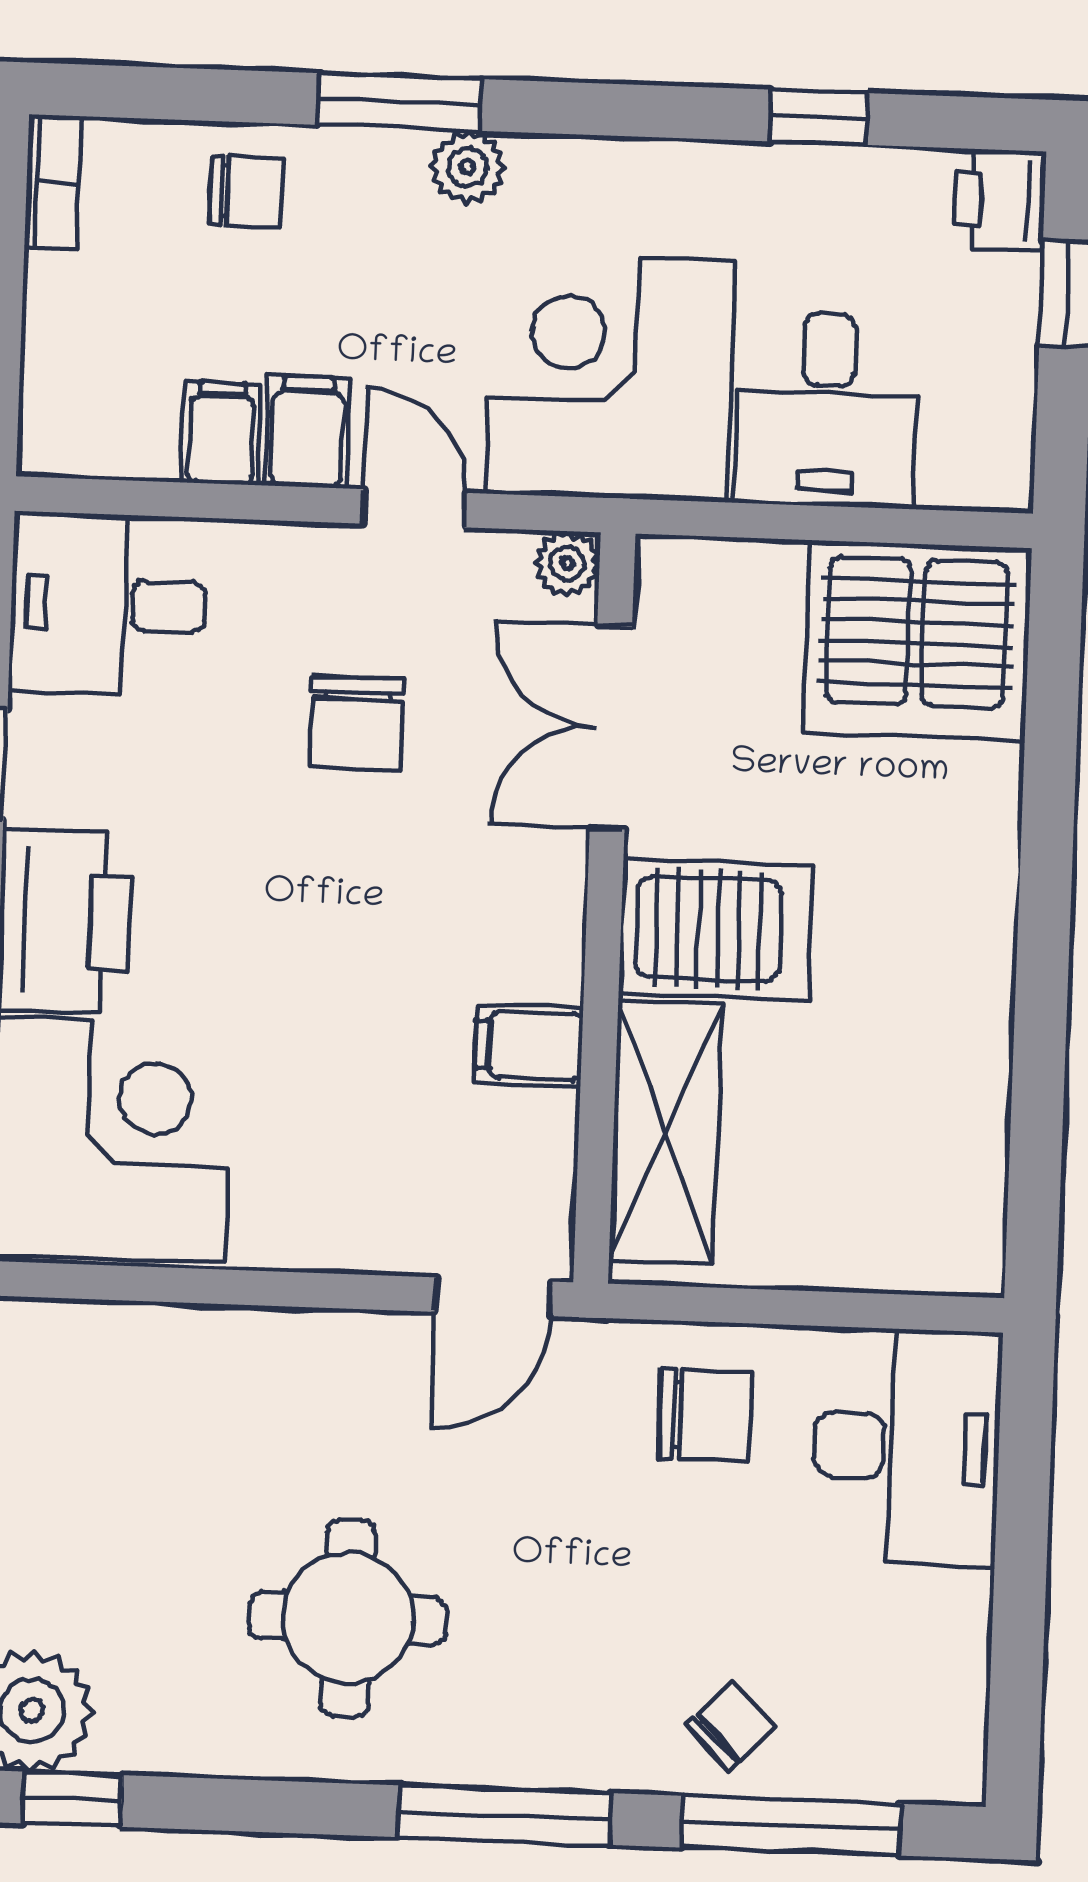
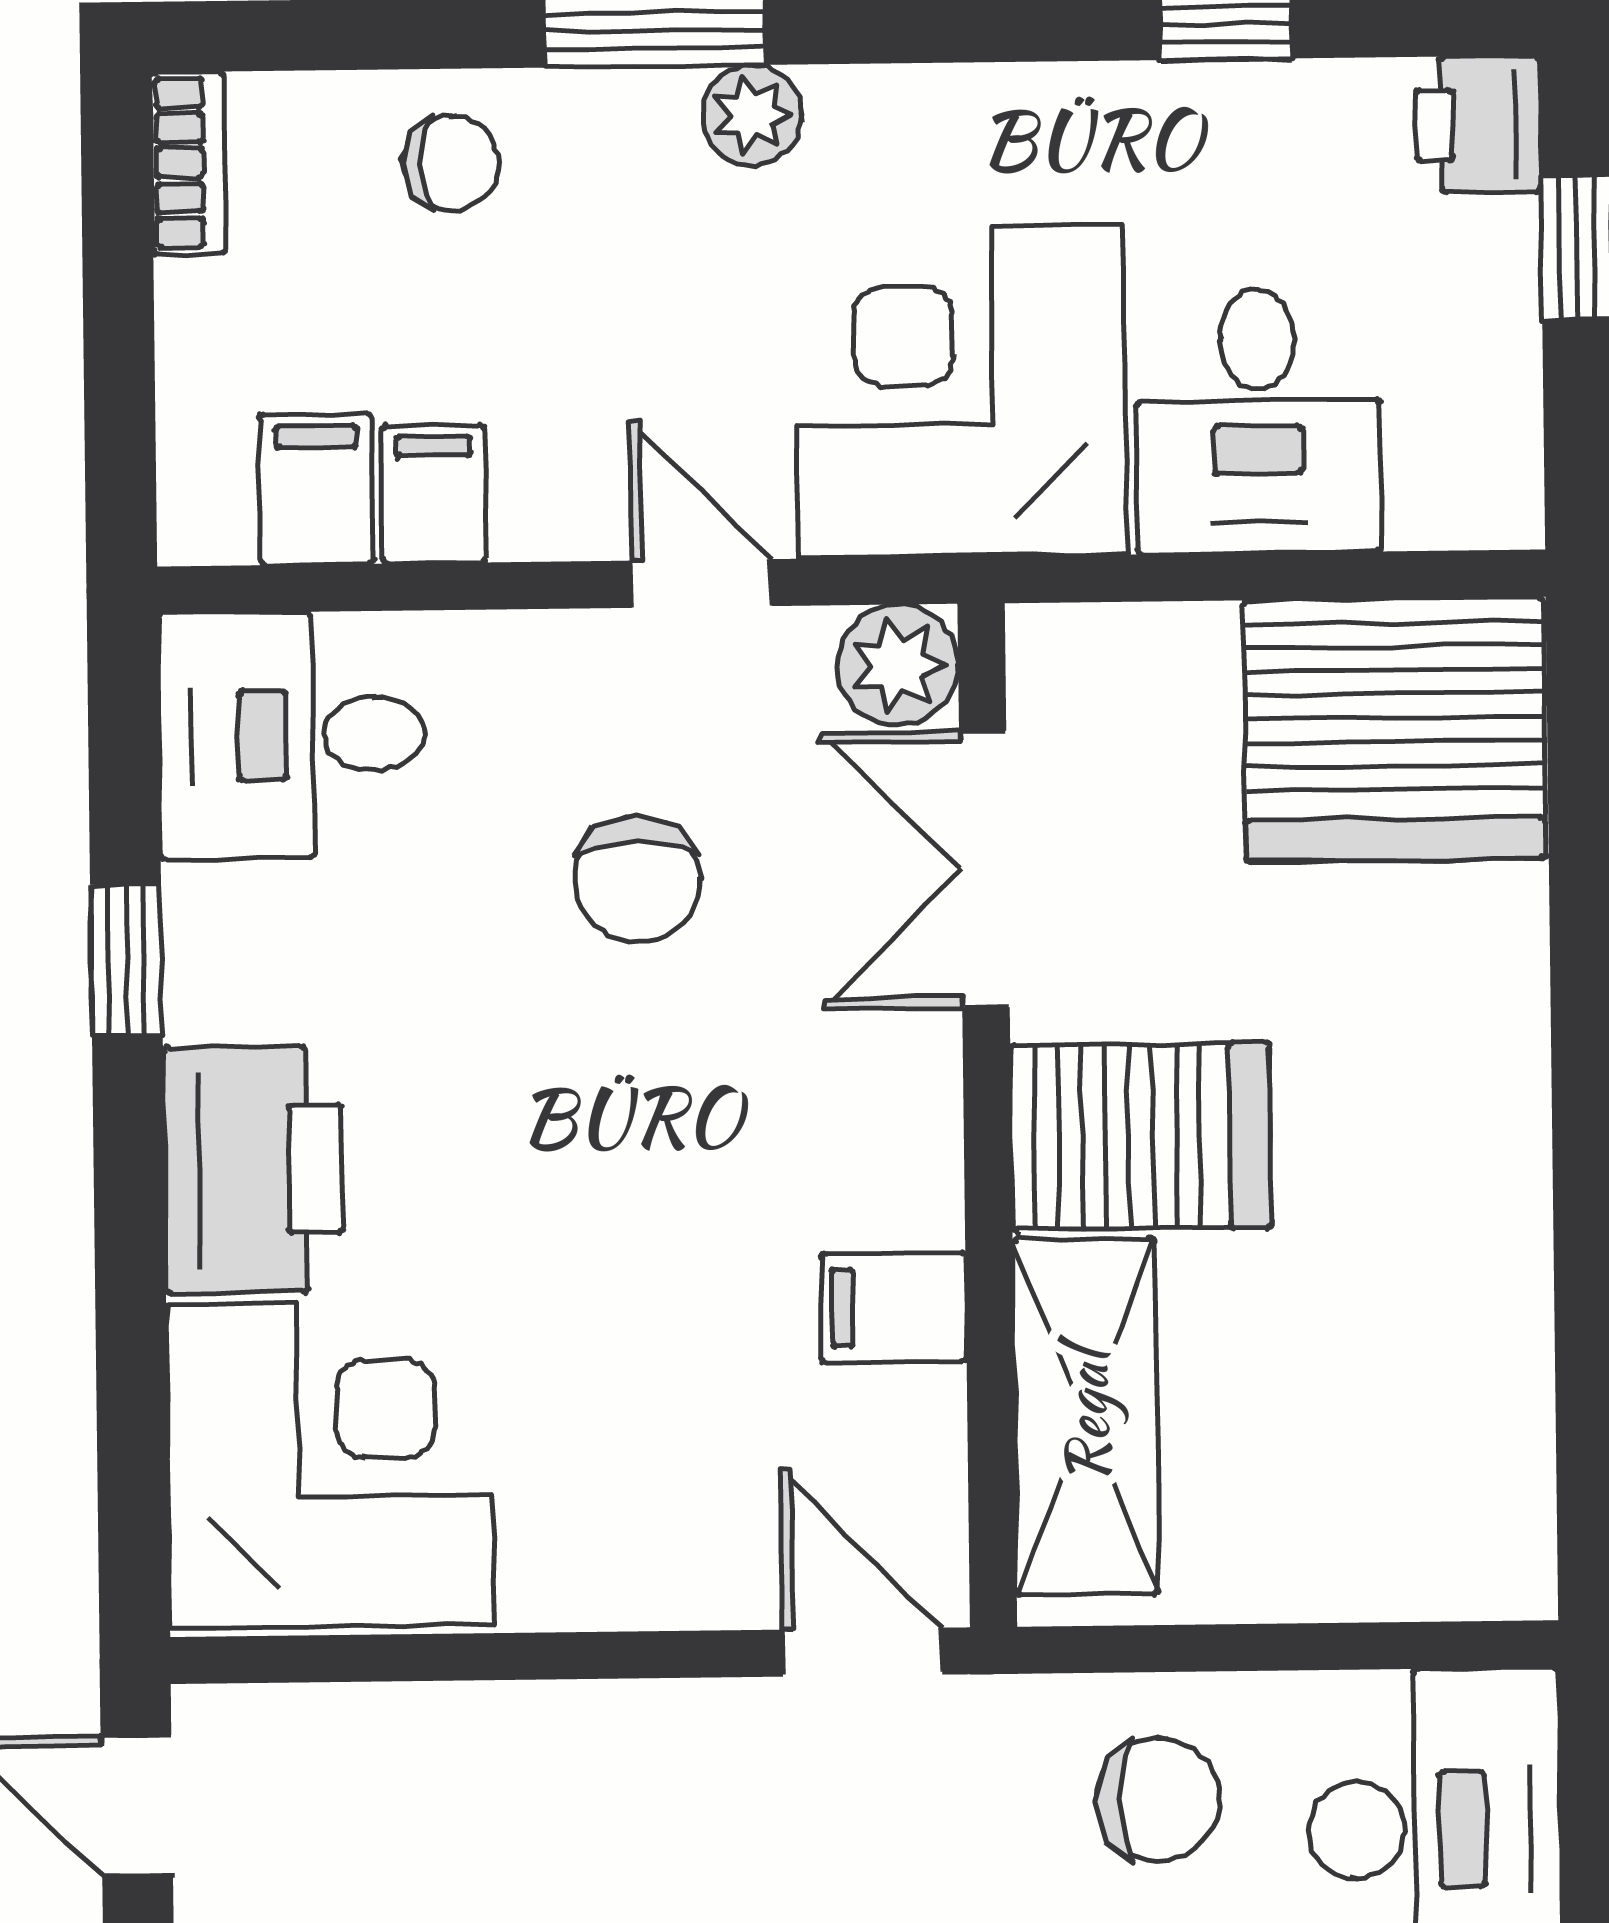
filing cabinet: (307, 432) -> (316, 489), moved
plant: (567, 563) -> (898, 665), width x1.38, depth x1.38
door: (494, 1297) -> (862, 1652), swing flipped

